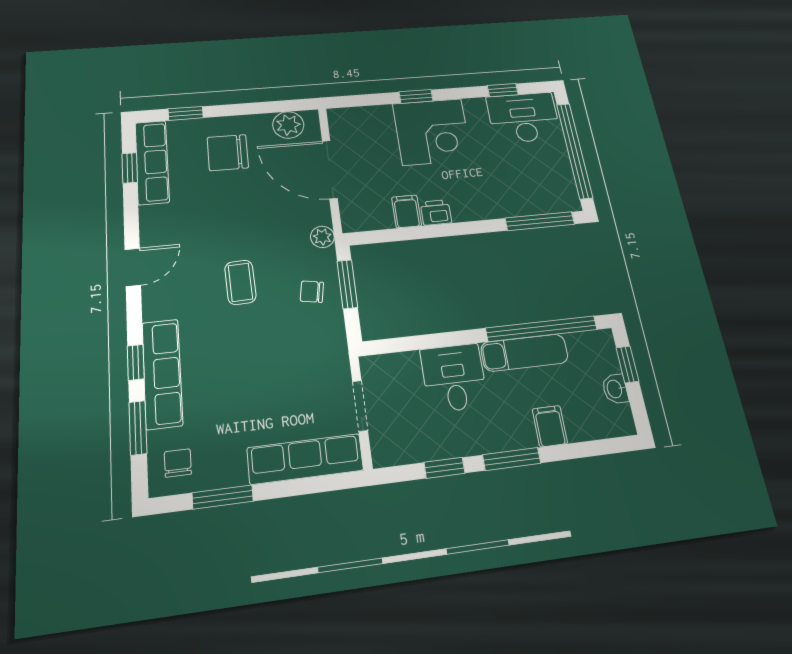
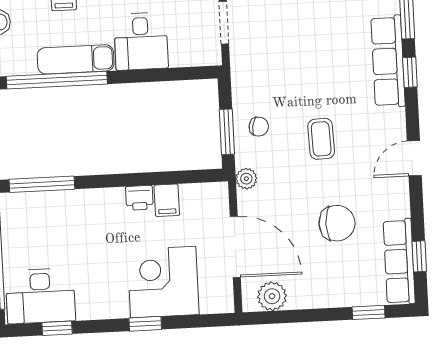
corner desk: (432, 132) -> (163, 282), moved
chair: (228, 153) -> (337, 223), moved

